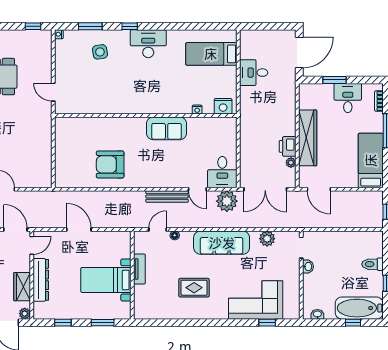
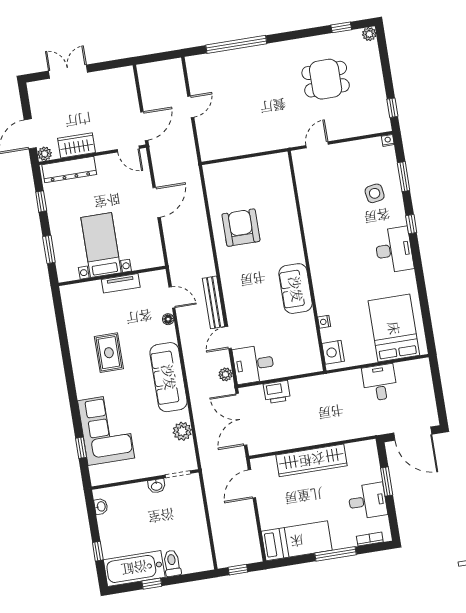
bed: (211, 54) -> (394, 328), width x1.50
printer: (288, 146) -> (277, 392), moved, turned 180
plant: (291, 163) -> (279, 445), removed
plant: (227, 201) -> (225, 374), width x0.53, depth x0.53
dresser: (41, 280) -> (69, 170), moved
bathtub: (359, 308) -> (134, 568), moved, turned -90

